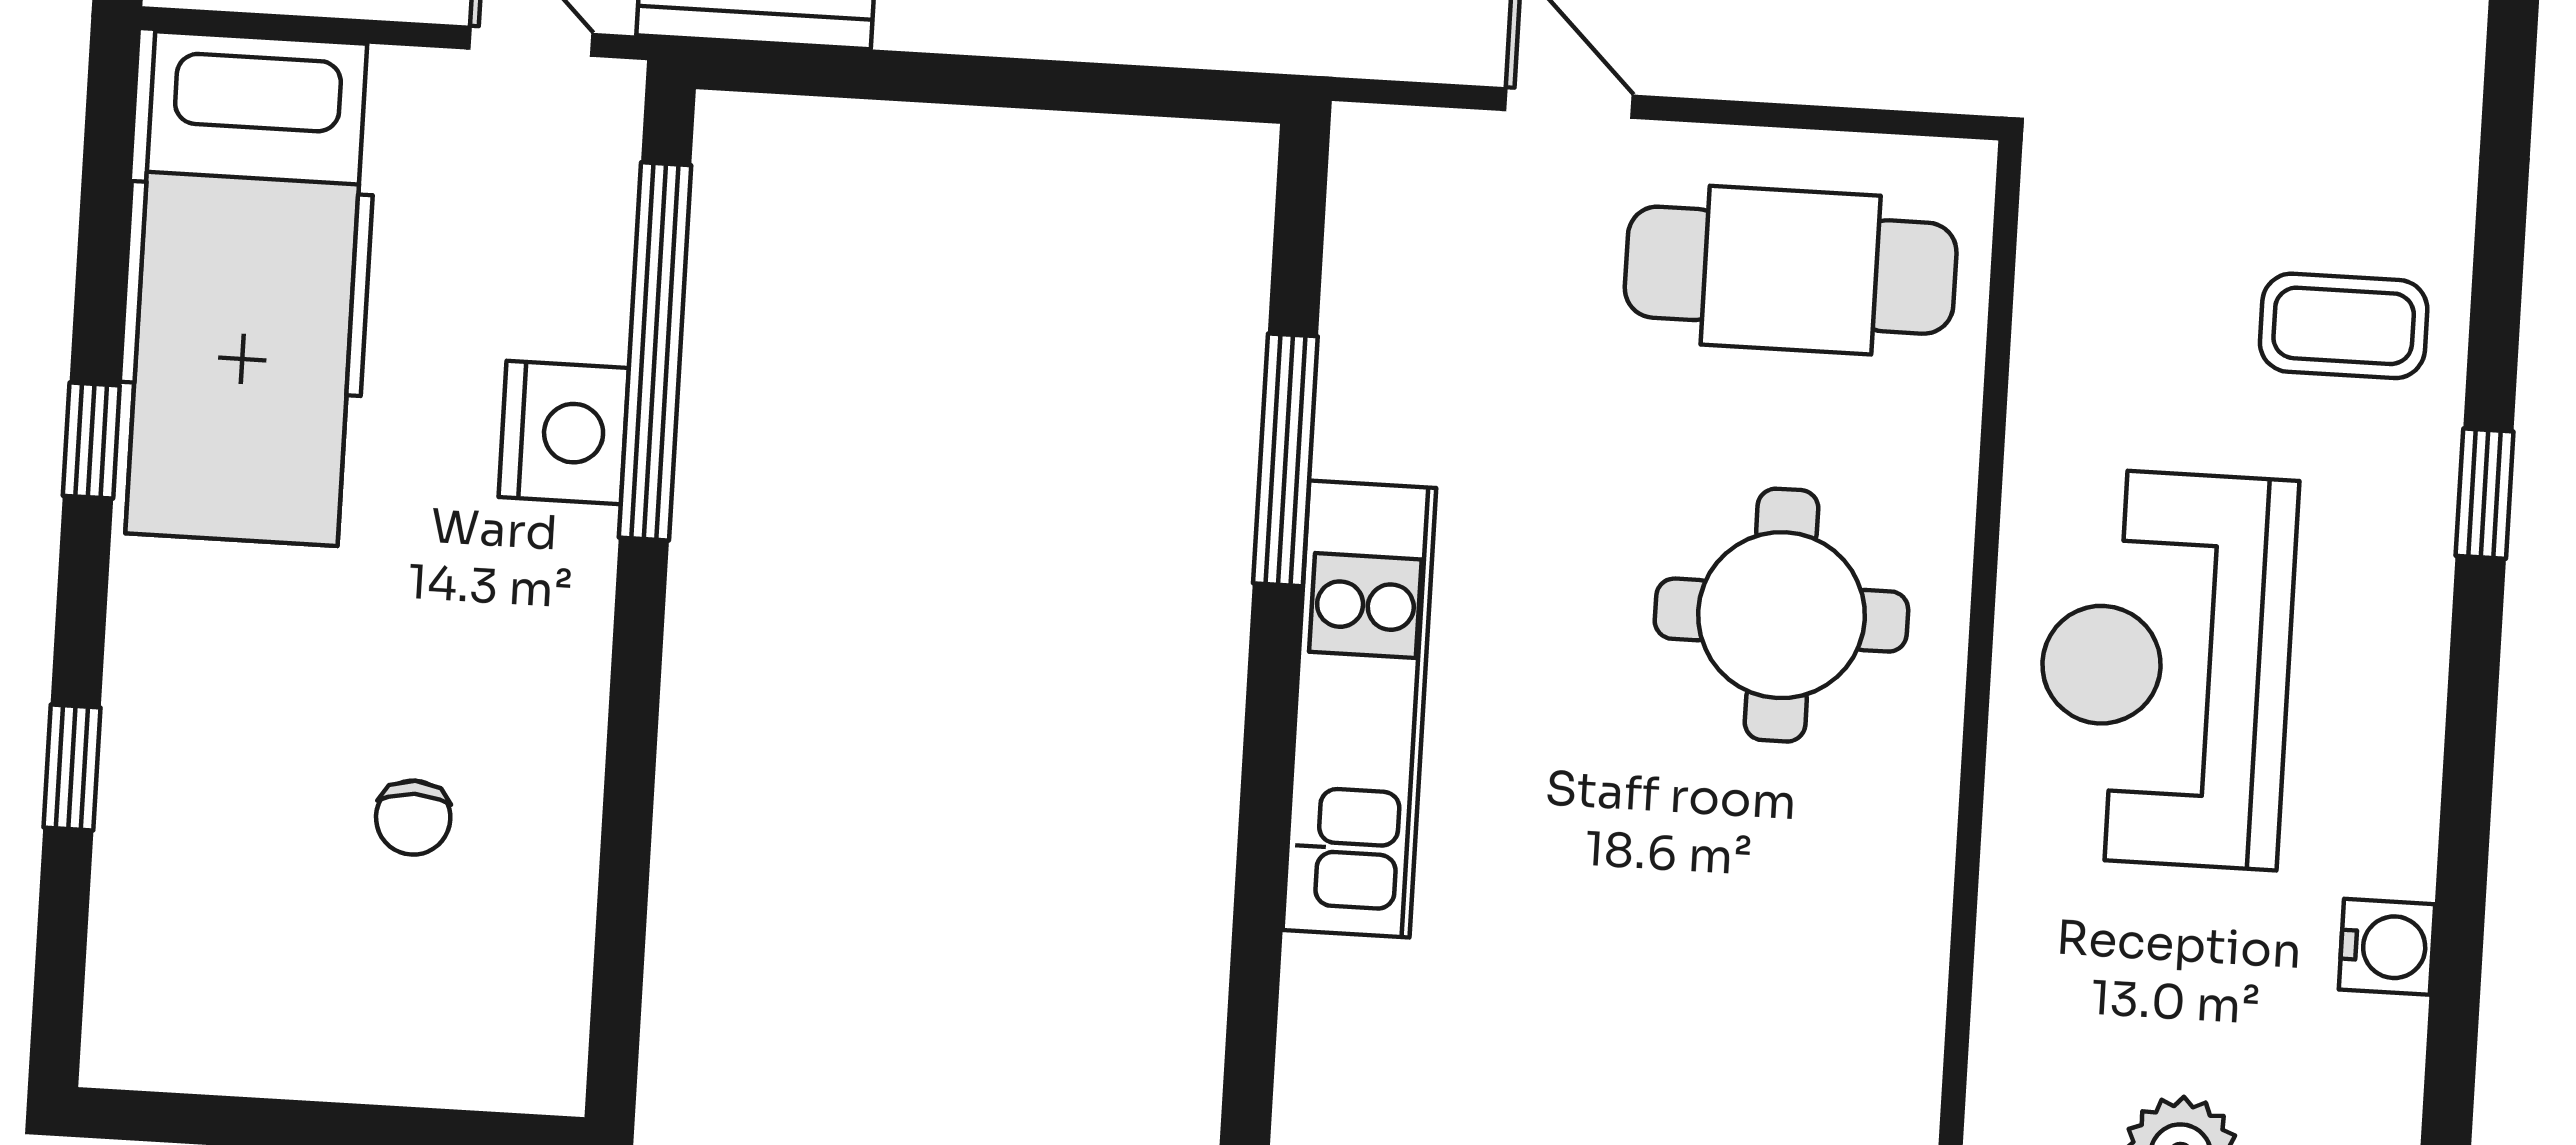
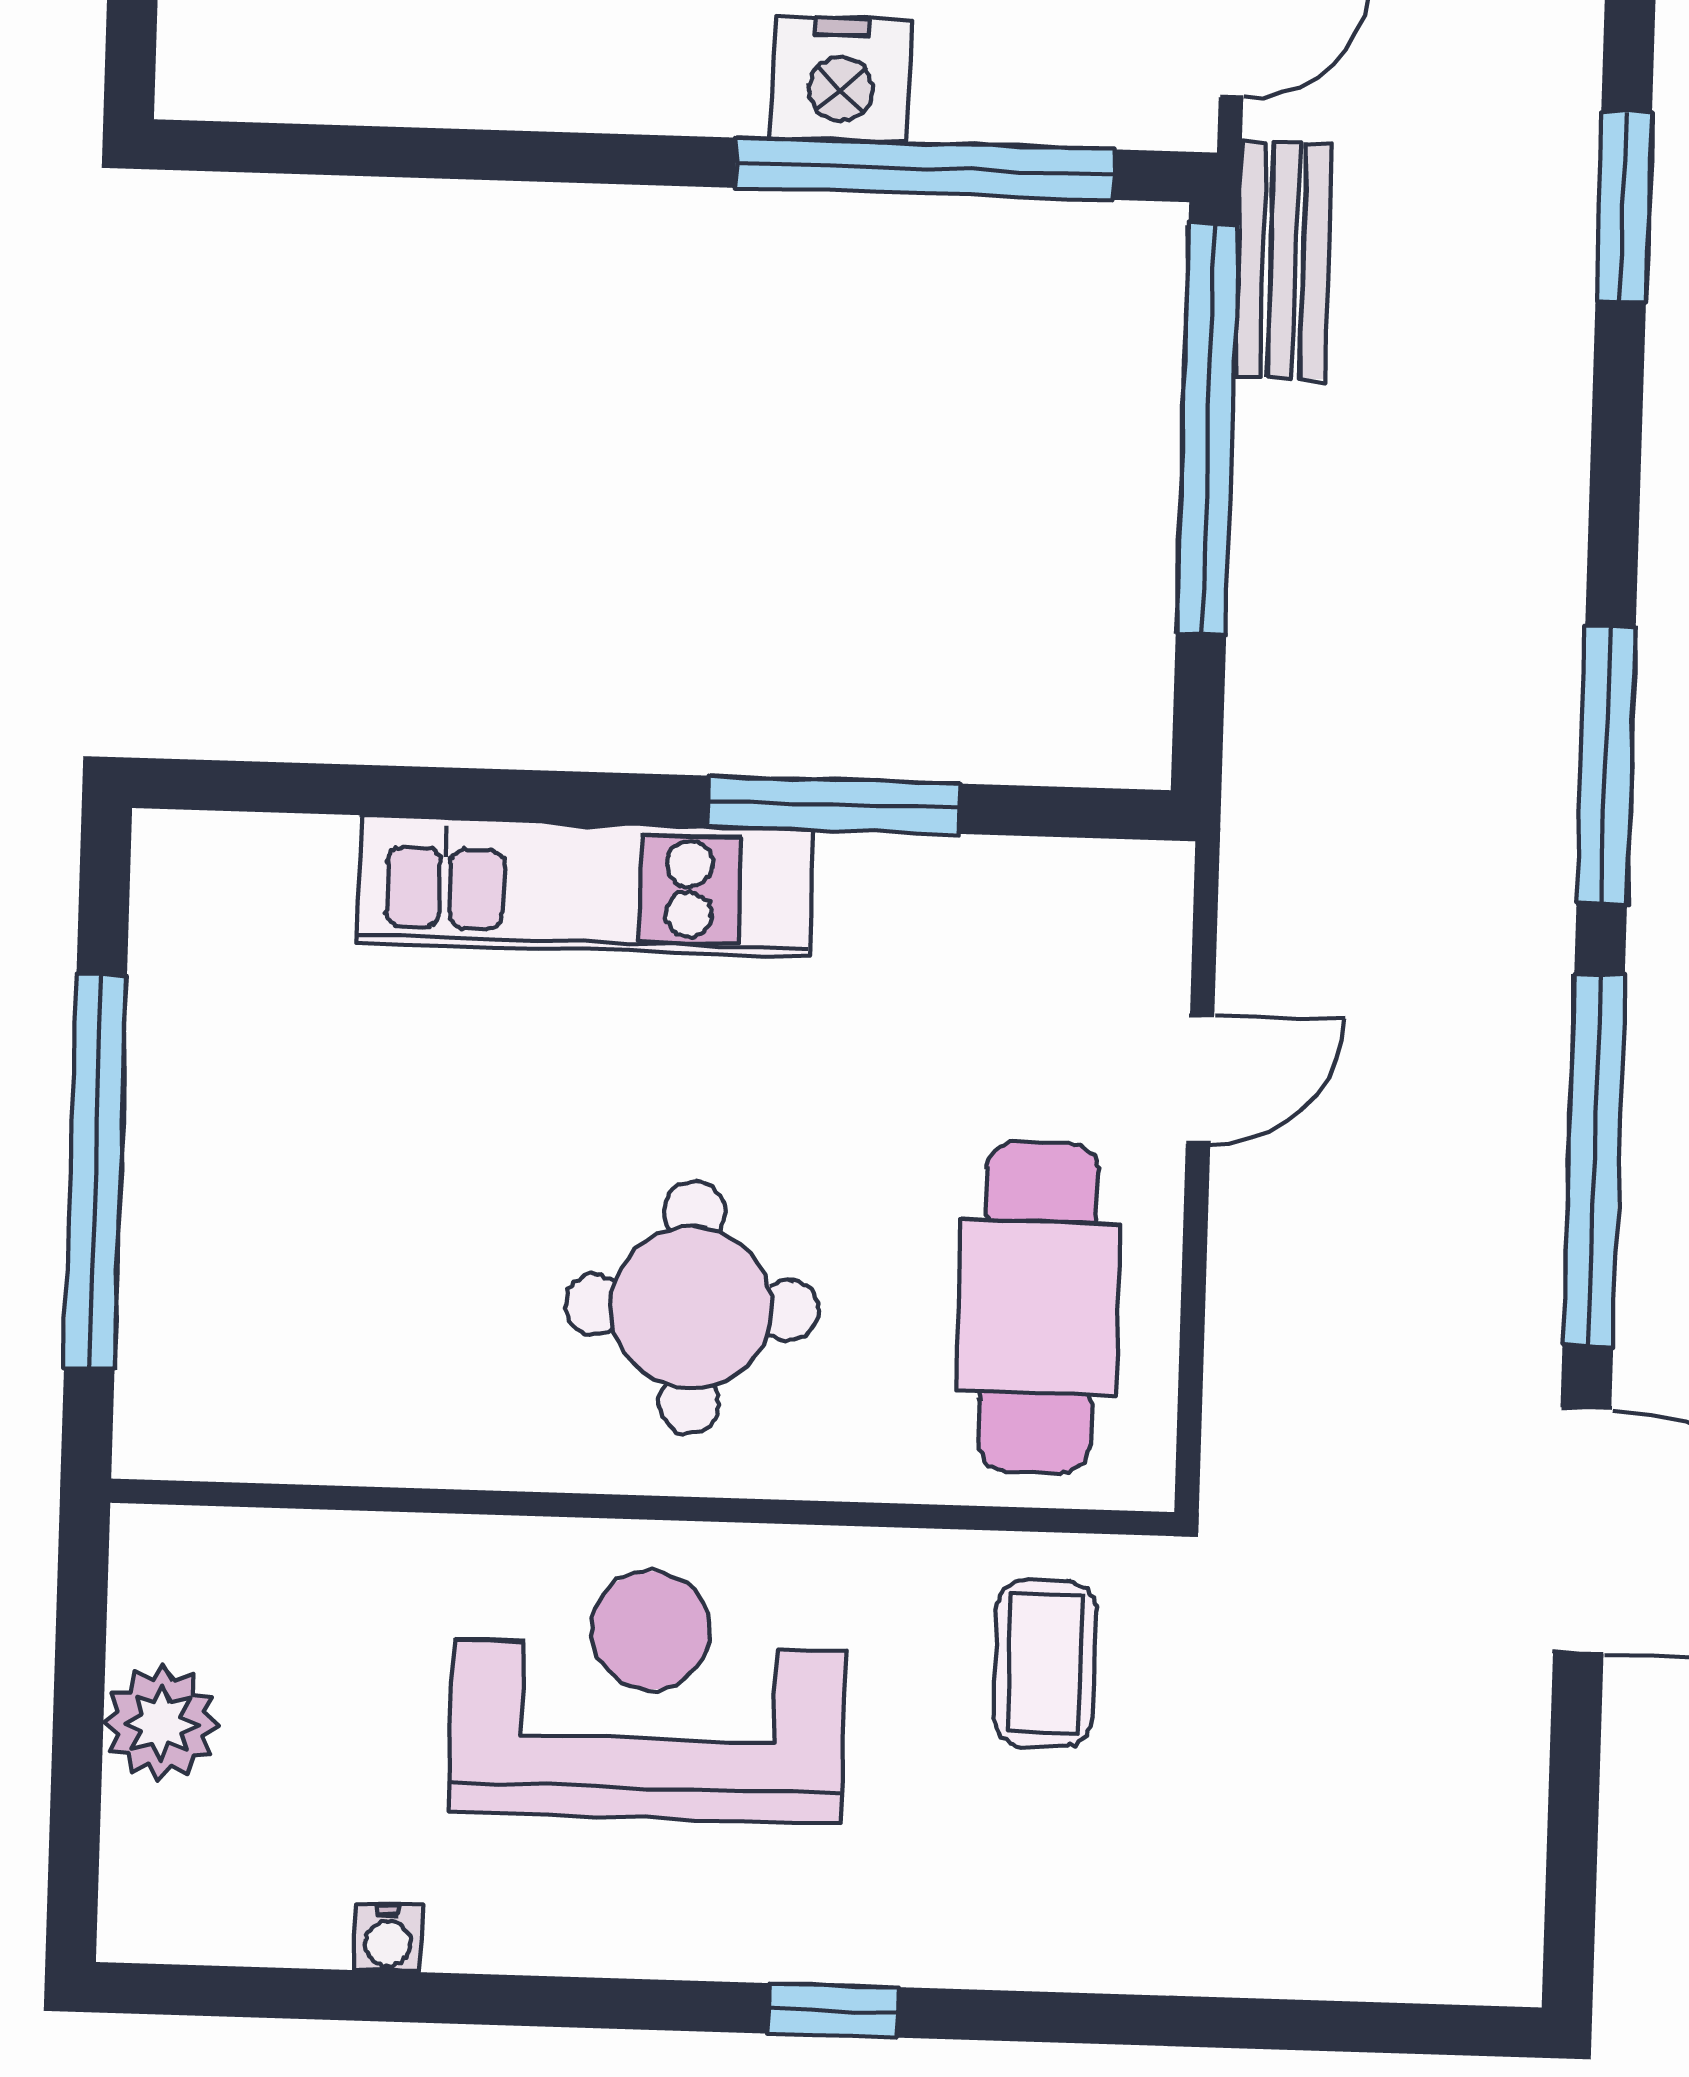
window: (922, 78) -> (1207, 429), added
coffee table: (2344, 326) -> (1045, 1663), moved
water cooler: (2387, 947) -> (388, 1938), width x0.72, depth x0.72

